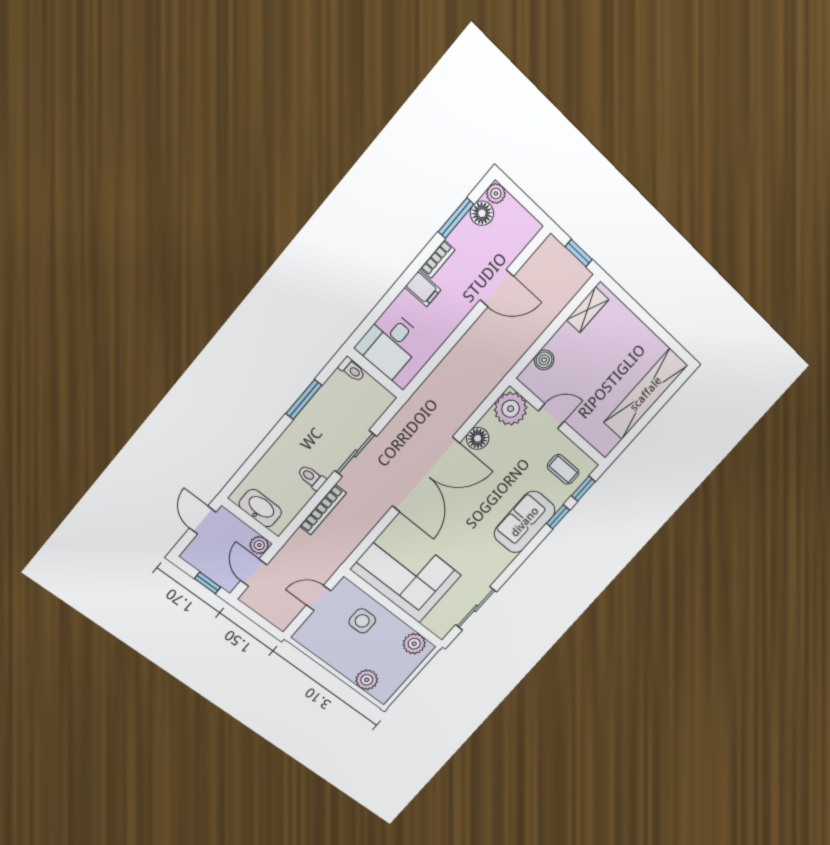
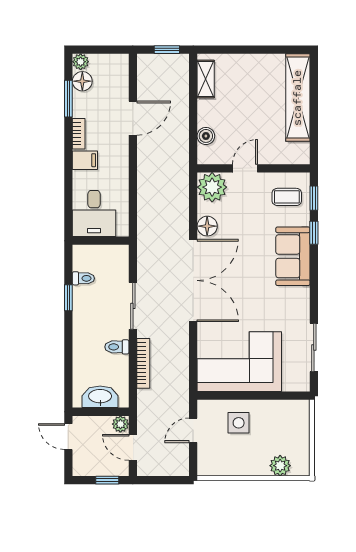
toilet: (352, 370) -> (83, 278), moved
window: (304, 399) -> (68, 298), width x0.67
plant: (414, 644) -> (291, 410), removed

